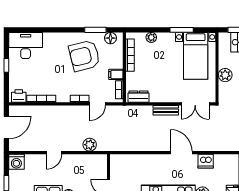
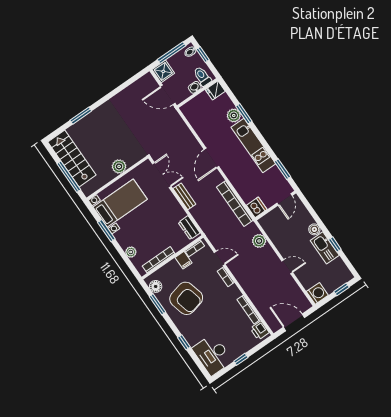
window: (51, 30) -> (184, 342), added
bookcase: (132, 146) -> (235, 204), added
dishwasher: (206, 161) -> (257, 207), moved

